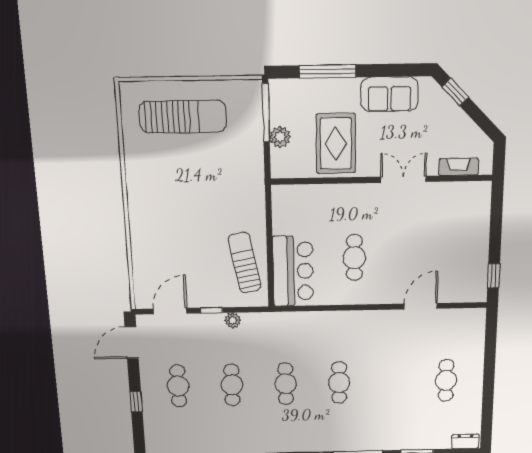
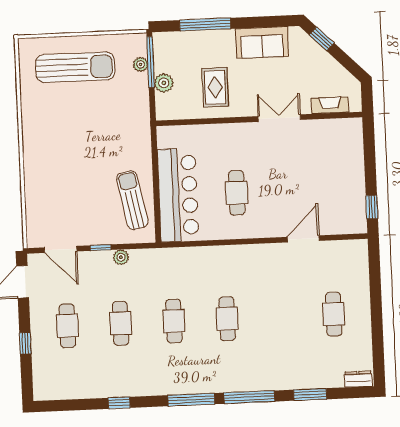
plant: (255, 115) -> (140, 64), added
rug: (336, 144) -> (215, 87), width x0.73, depth x0.70
bar counter: (293, 271) -> (178, 195), width x1.36
door: (170, 311) -> (61, 249), swing flipped

